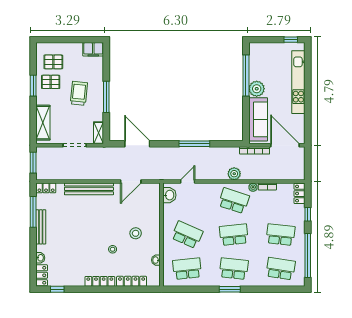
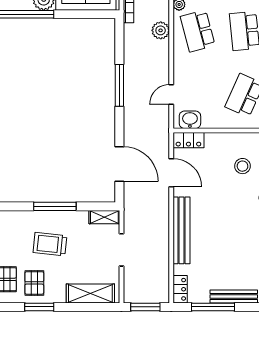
door: (137, 144) -> (119, 164), swing flipped
door: (188, 181) -> (171, 94), hinge flipped
locker: (154, 194) -> (188, 140), added
school desk: (234, 201) -> (198, 31), turned -33

